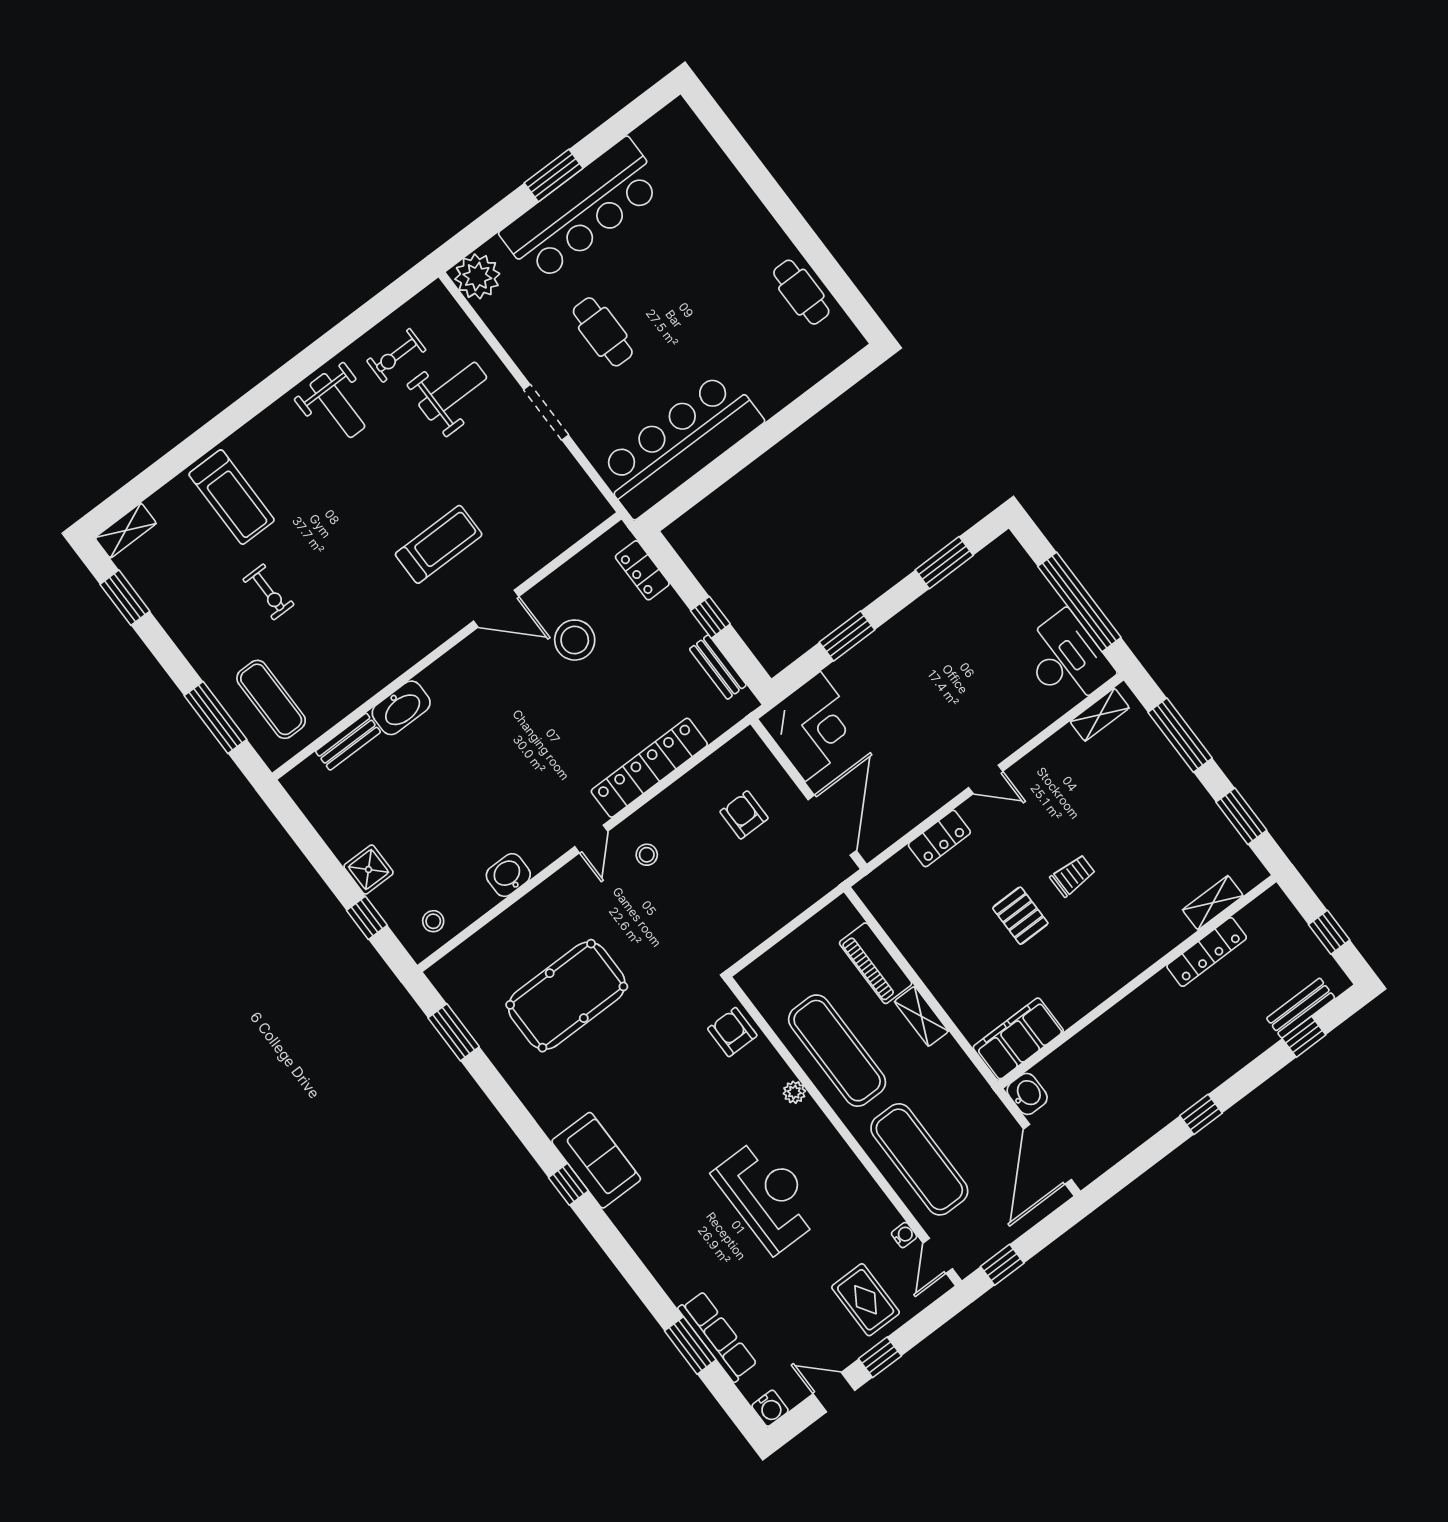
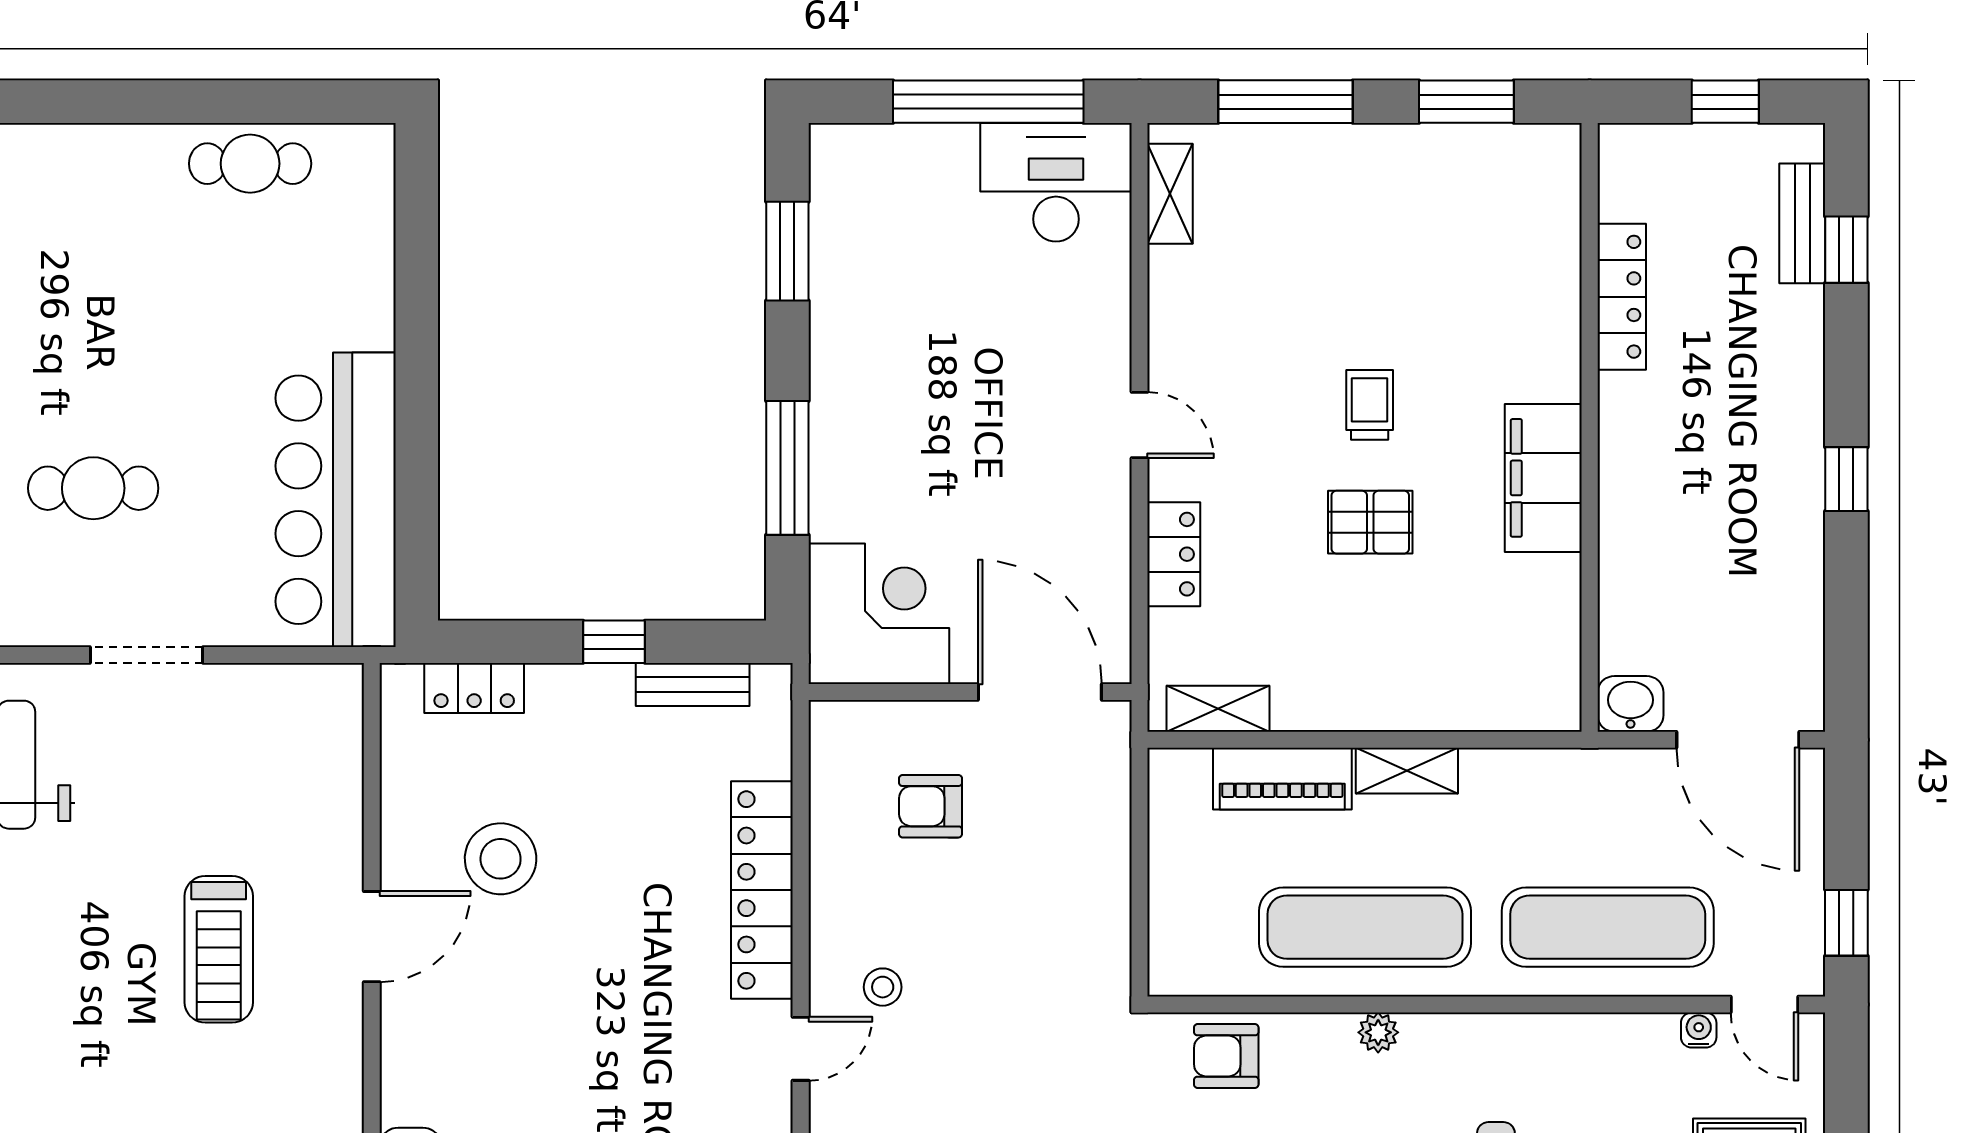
treadmill: (439, 544) -> (219, 949), turned 180
window: (847, 636) -> (787, 468), width x1.44
door: (986, 779) -> (1140, 425), hinge flipped
door: (591, 839) -> (801, 1049), hinge flipped
shelving: (1213, 903) -> (1218, 709), moved, turned 90
filing cabinet: (1018, 1039) -> (1543, 478), moved

